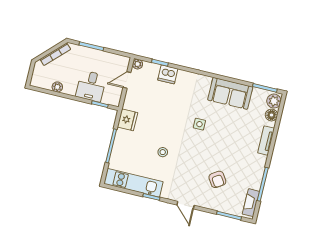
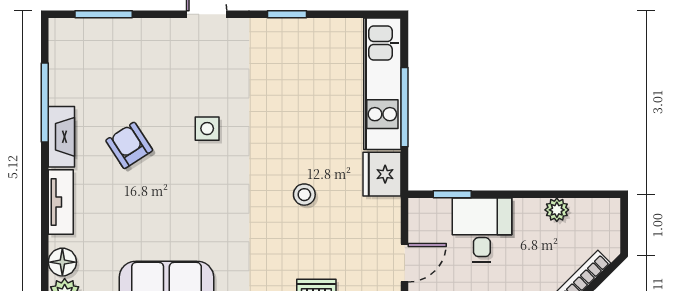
side table: (199, 124) -> (207, 129), moved
stool: (163, 152) -> (304, 195), moved
armchair: (217, 179) -> (129, 145), moved
kitchen unit: (133, 183) -> (382, 84), moved, turned 90
fireplace: (251, 203) -> (61, 137), moved

